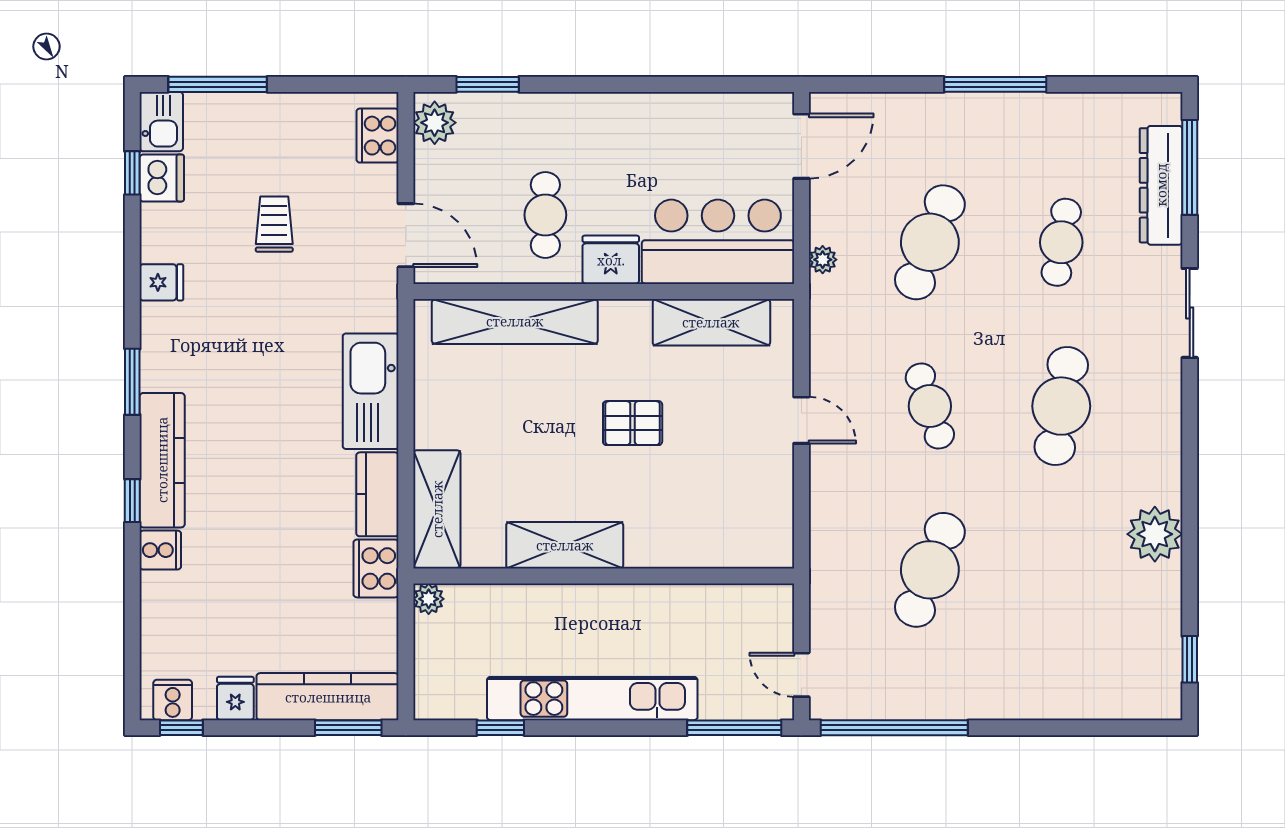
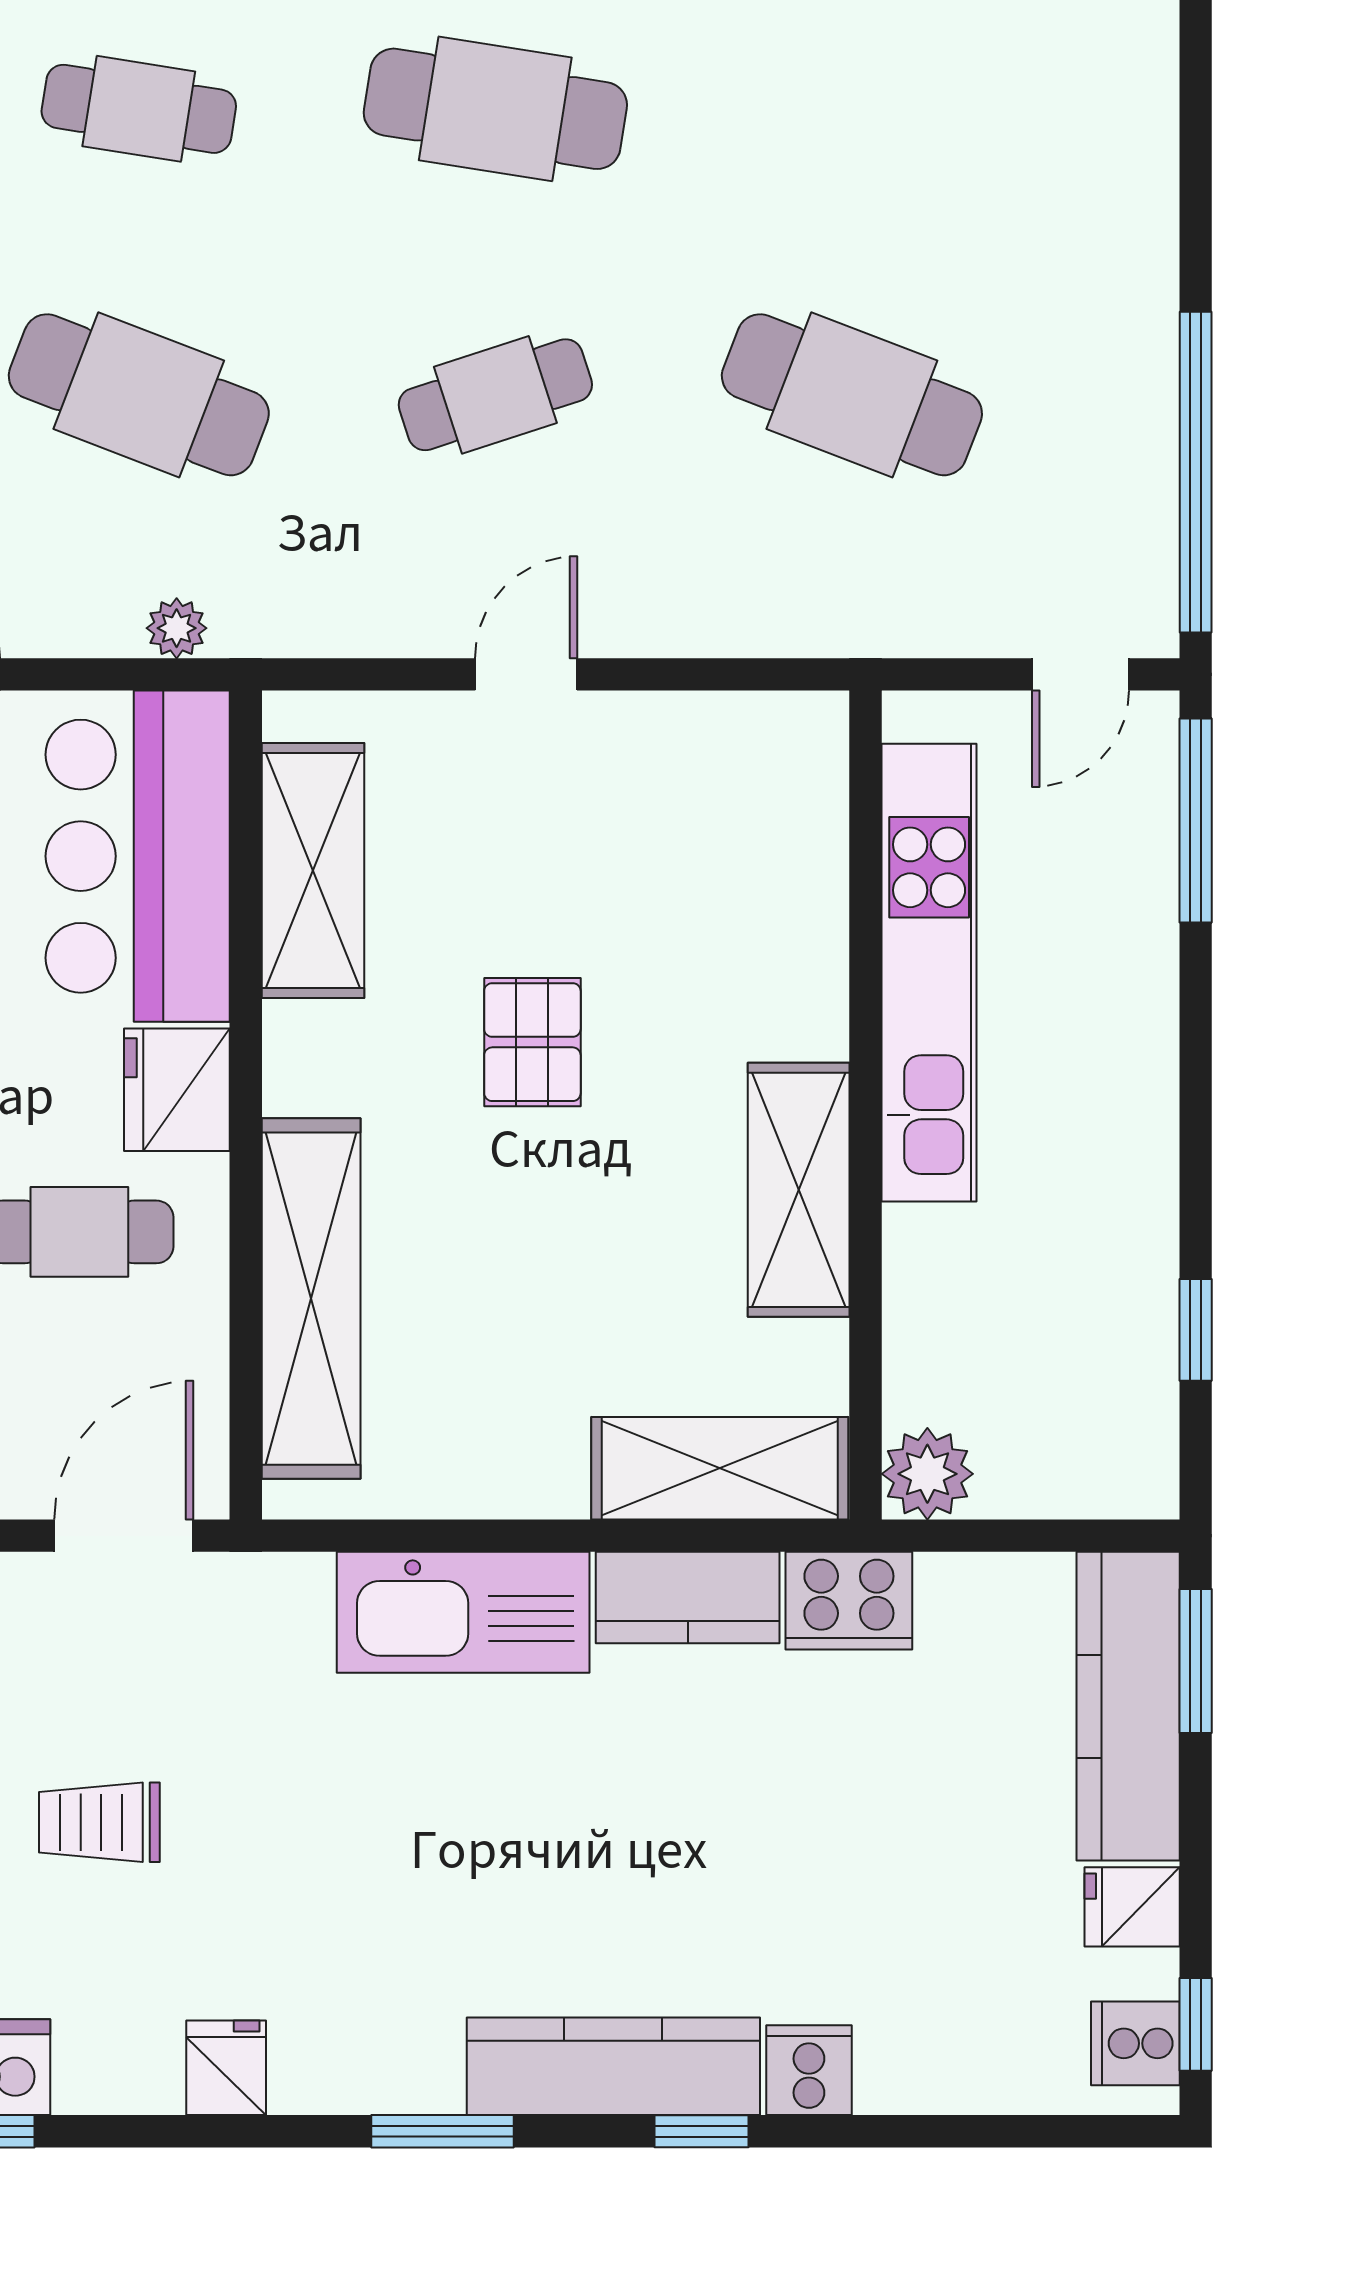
plant: (429, 599) -> (927, 1474), width x1.38, depth x1.38
kitchen unit: (592, 699) -> (929, 973), moved, turned 180

